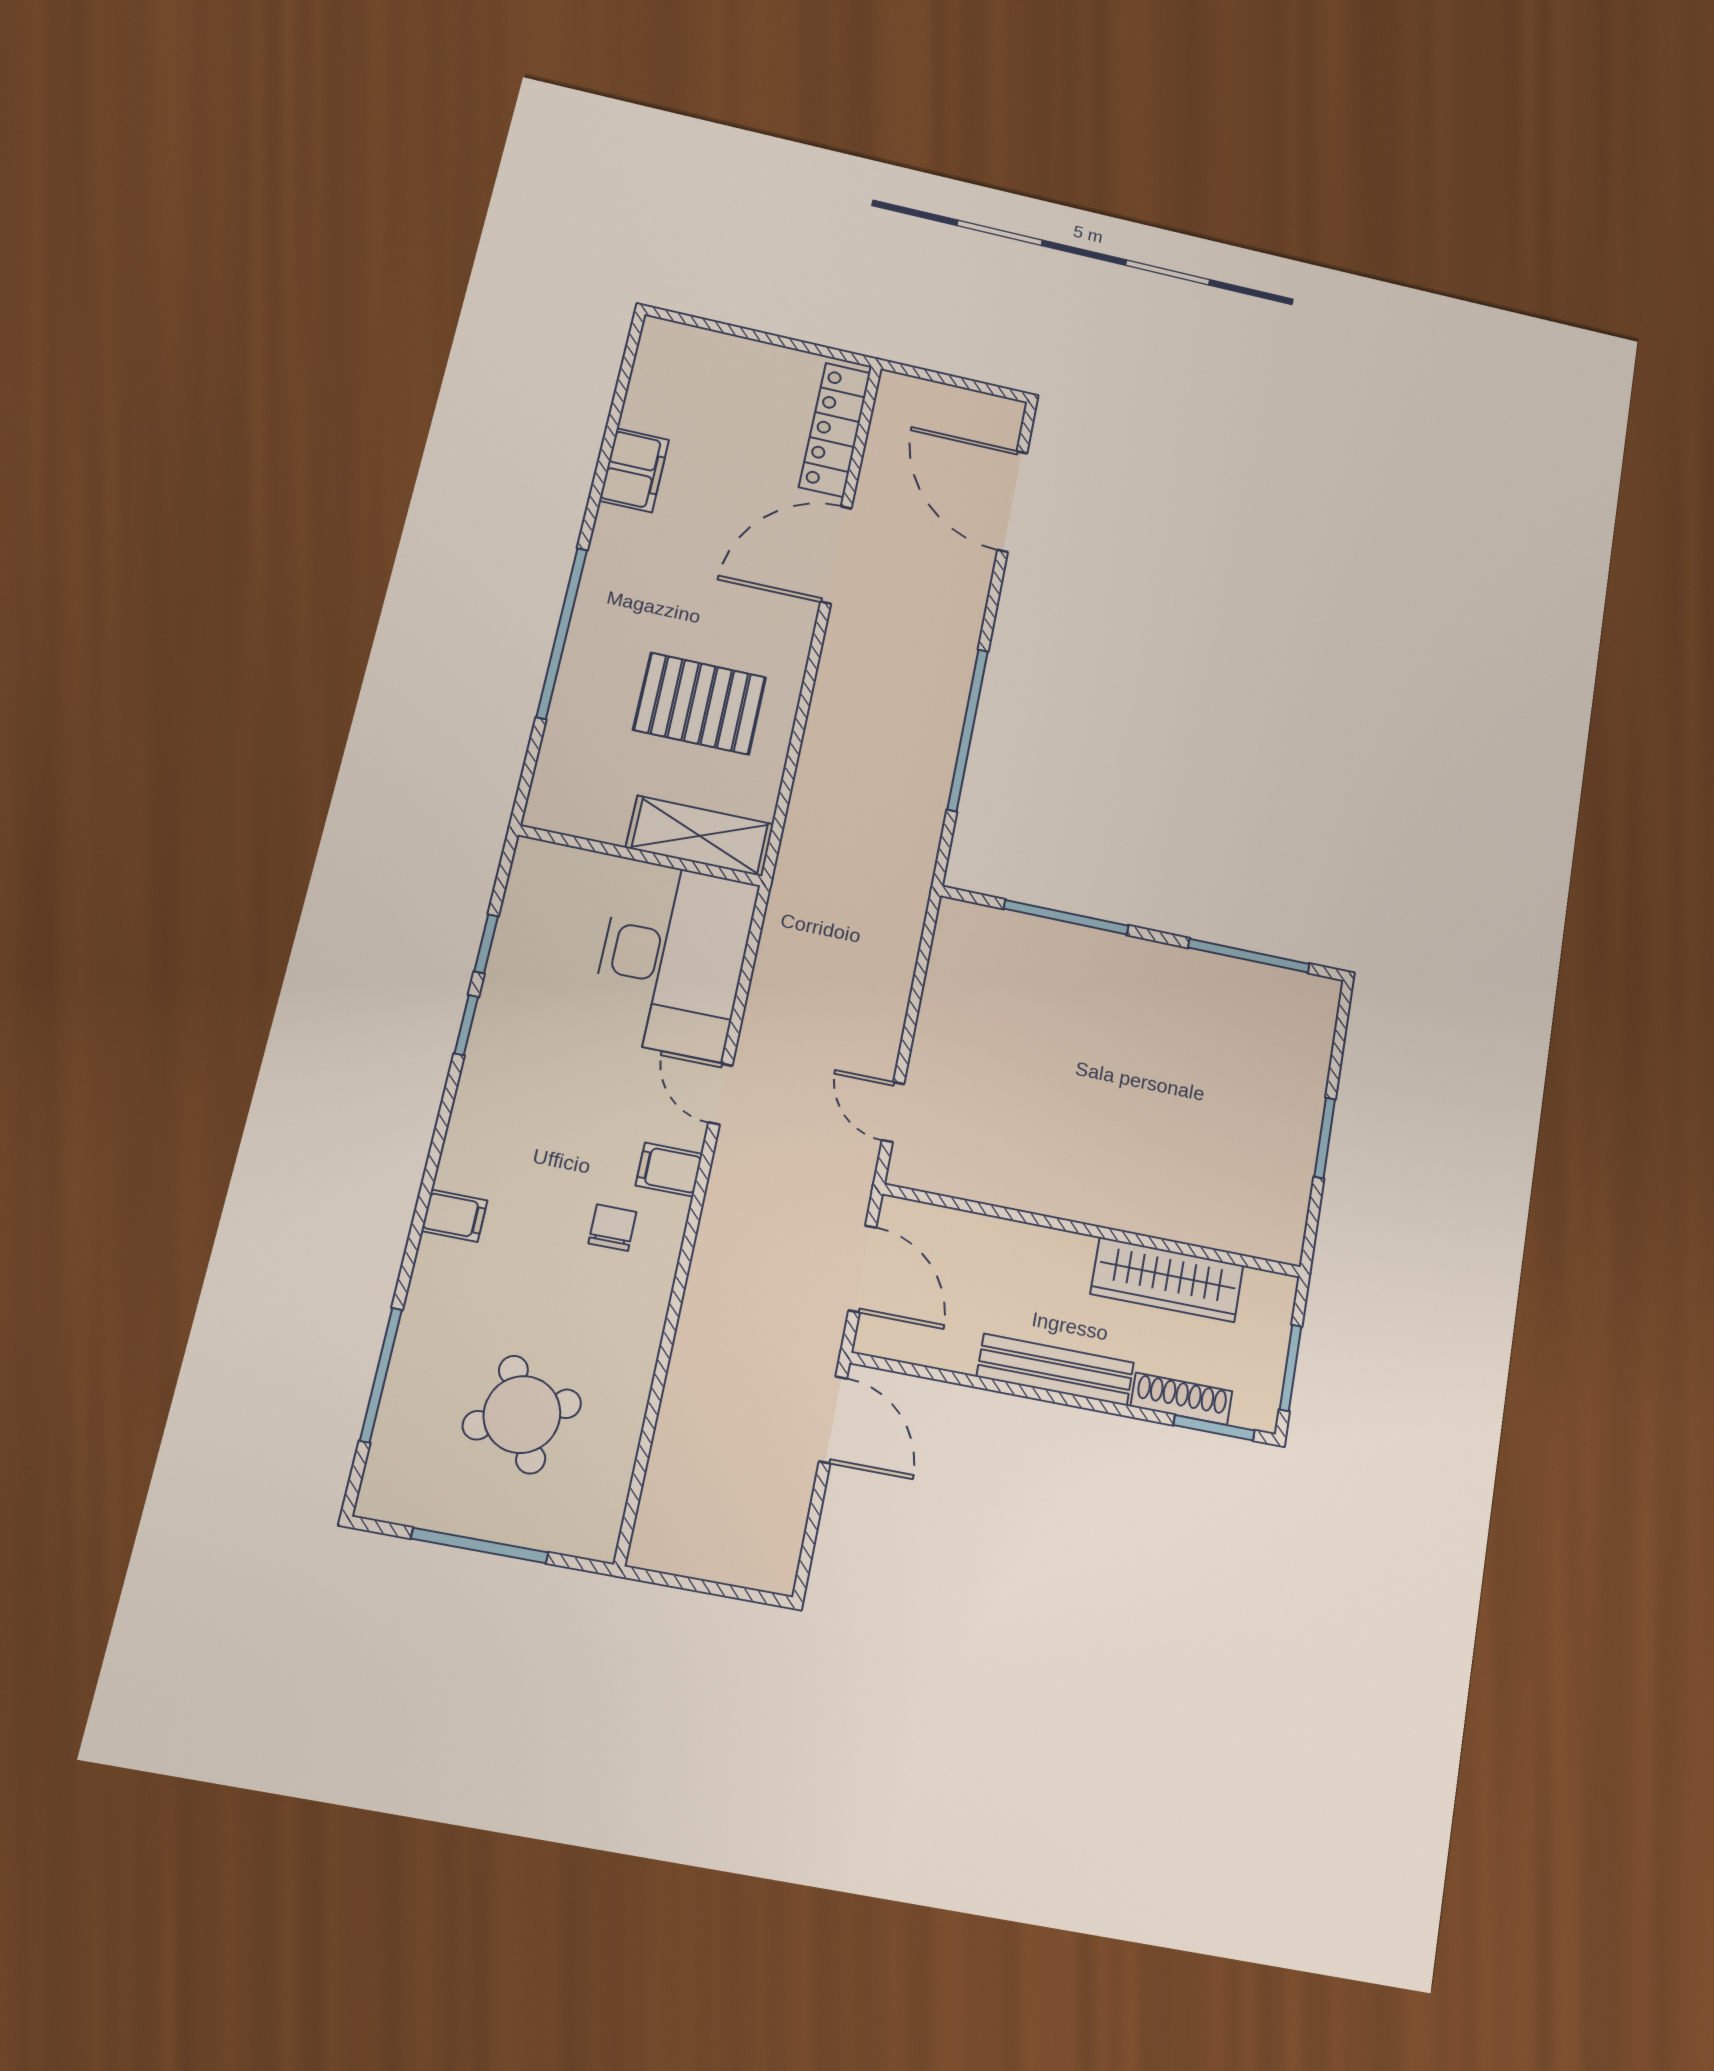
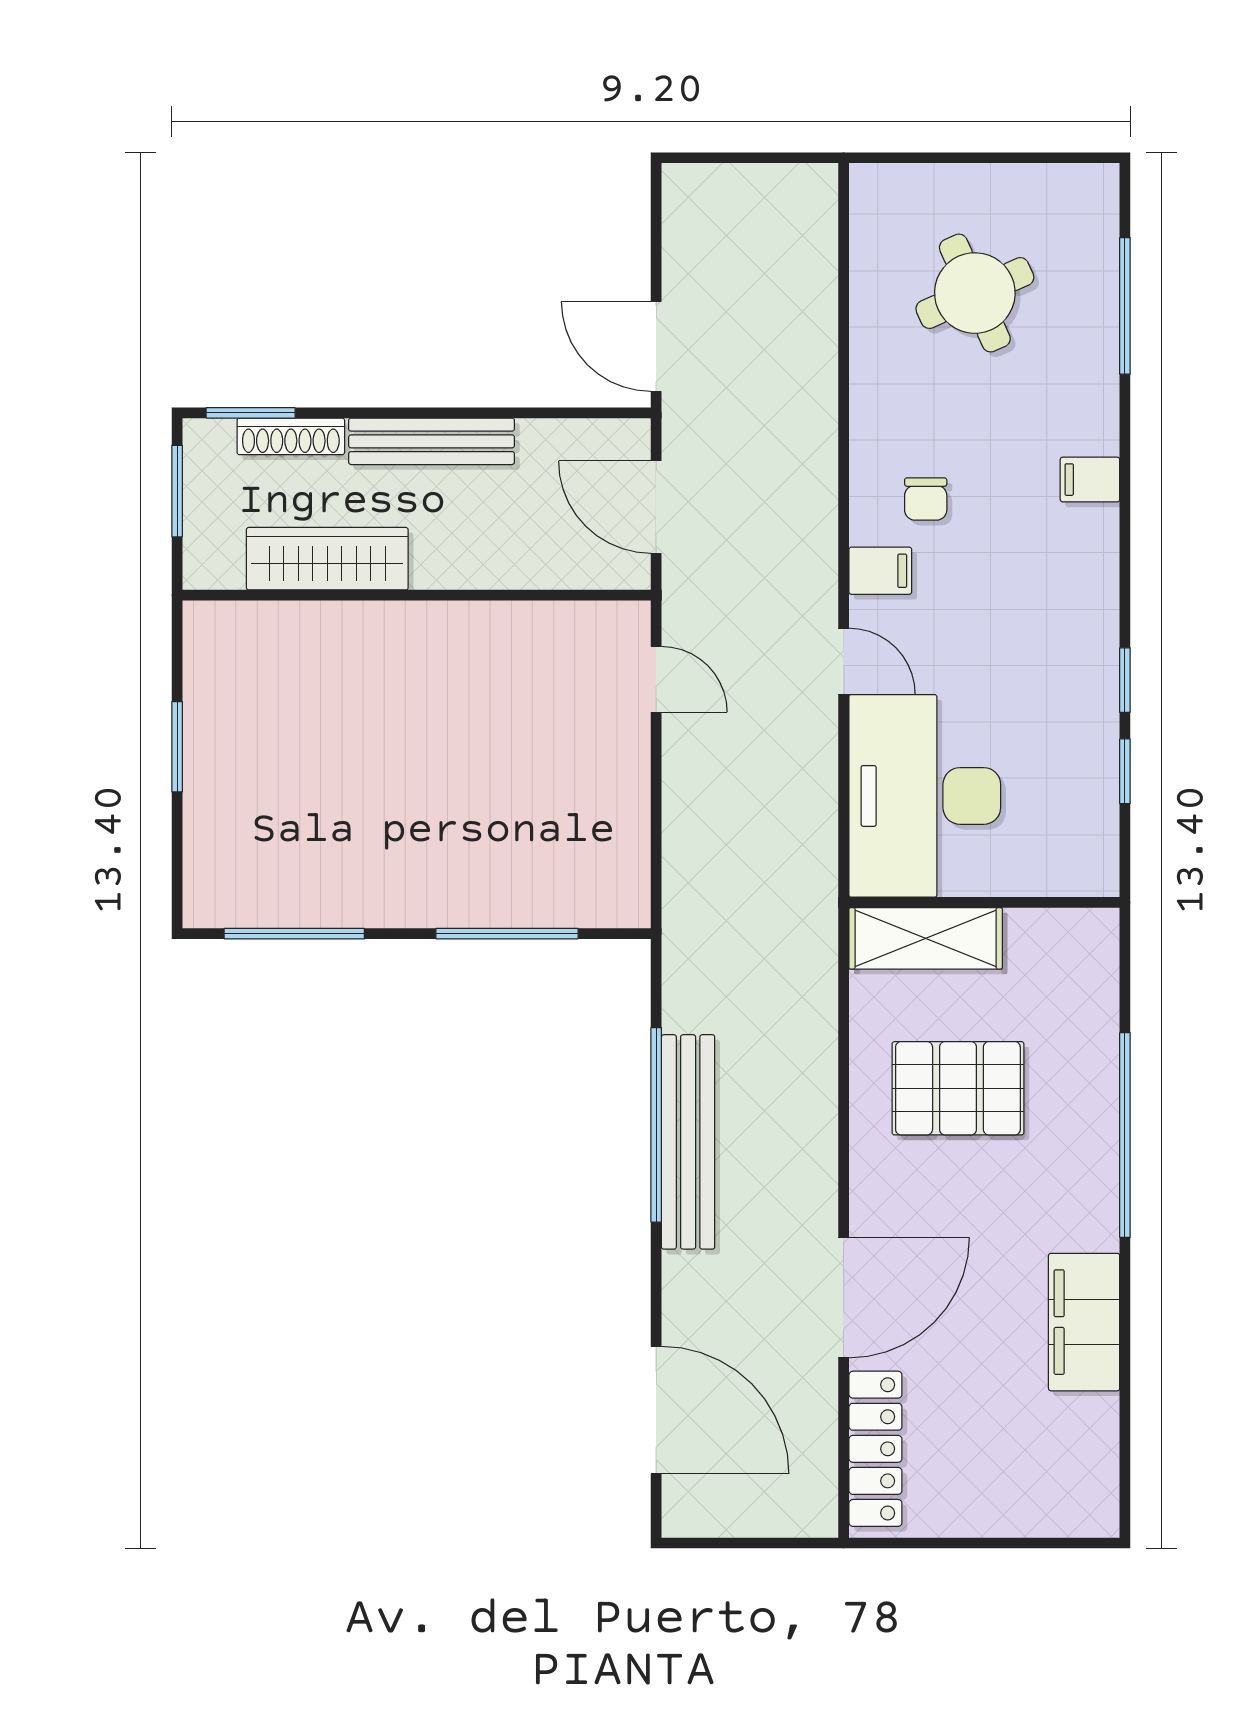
filing cabinet: (634, 470) -> (1084, 1322), width x1.50, depth x1.17
bench: (943, 710) -> (688, 1142), added
window: (480, 1545) -> (987, 158), removed

